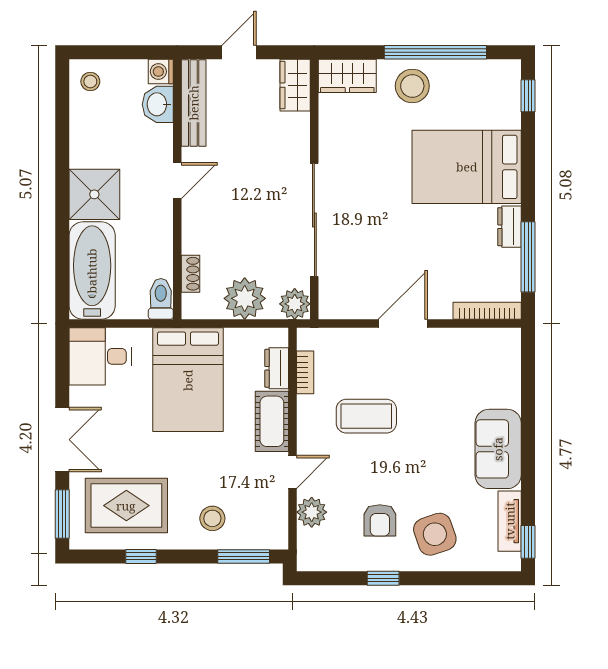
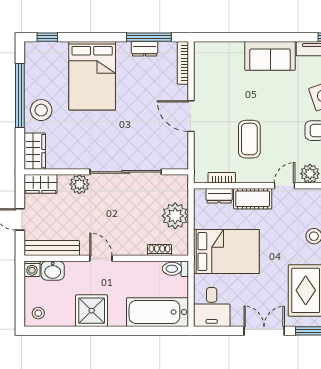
shower: (94, 194) -> (92, 311), moved
dresser: (509, 227) -> (145, 49), moved
plant: (295, 304) -> (79, 184), moved
door: (292, 472) -> (284, 186), hinge flipped

